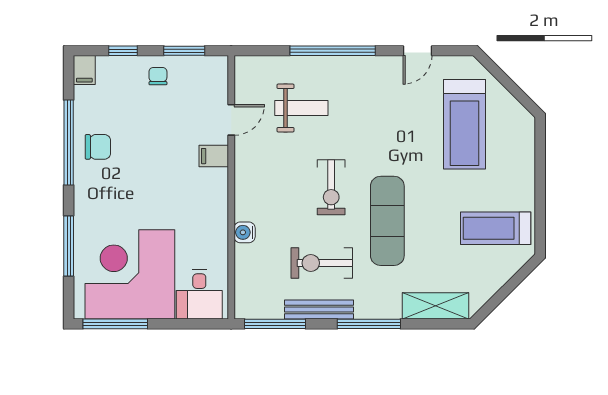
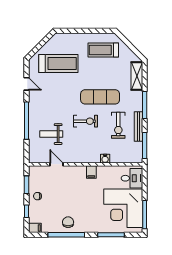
weight bench: (301, 108) -> (51, 134), turned -90
filing cabinet: (214, 156) -> (91, 172), moved
treadmill: (496, 228) -> (103, 50), turned 90

